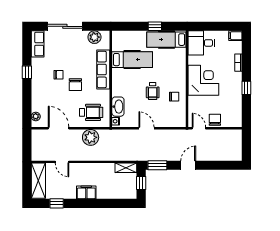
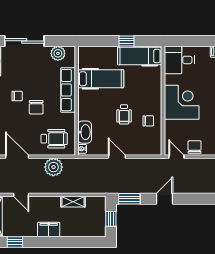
shelving: (126, 168) -> (73, 202), moved

